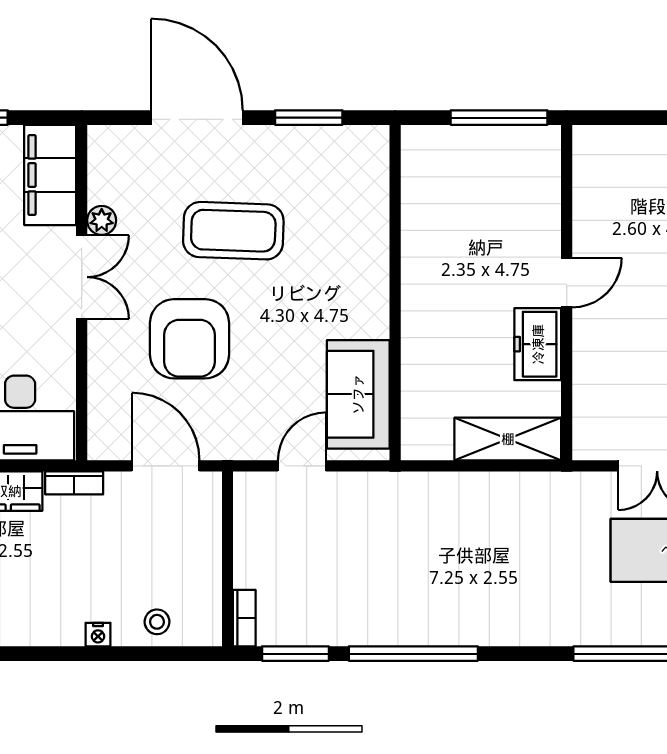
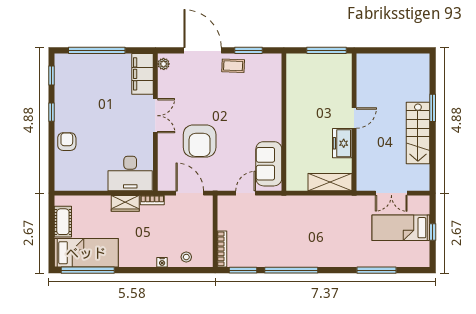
plant: (102, 220) -> (164, 64), moved
coffee table: (233, 231) -> (233, 66), moved, width x0.54, depth x0.58
bookcase: (244, 618) -> (222, 249), width x1.56

